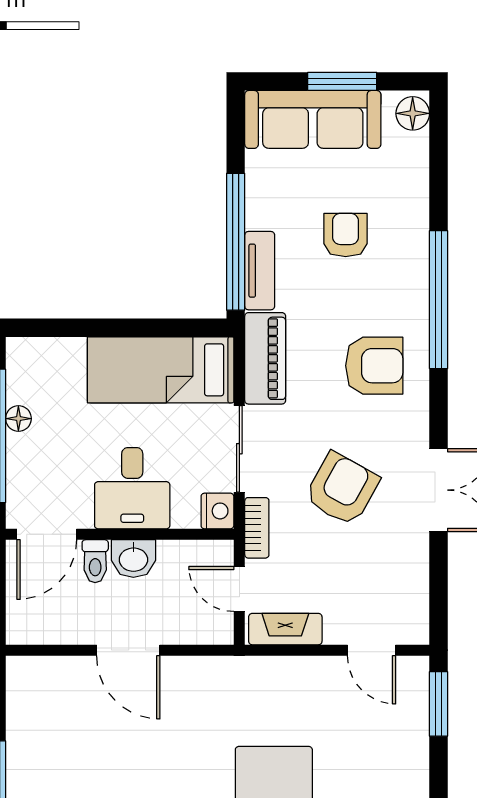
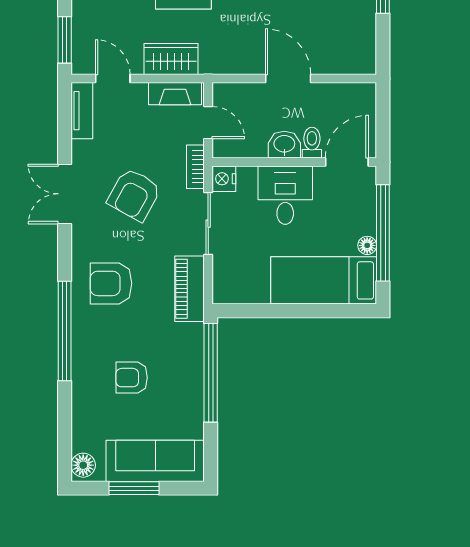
armchair: (346, 235) -> (132, 378), turned 90
tv unit: (260, 271) -> (82, 111), moved, turned 180
bed: (161, 370) -> (324, 280), moved, turned 180
wardrobe: (291, 677) -> (171, 59), added

